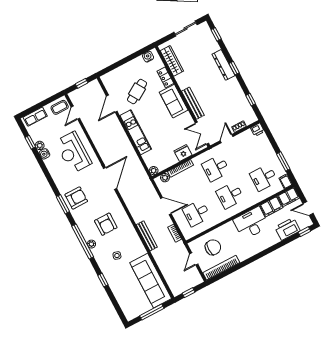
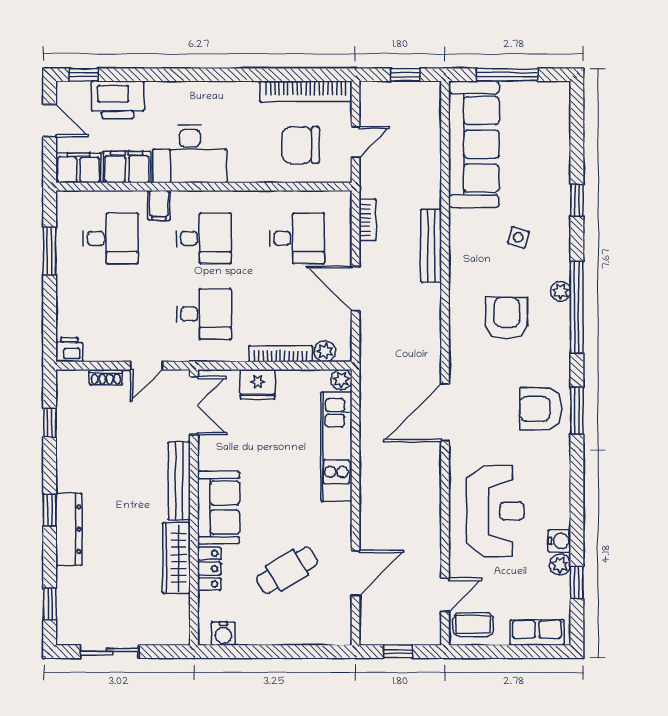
wardrobe: (172, 61) -> (176, 558), moved
kitchen unit: (136, 132) -> (336, 447), moved
filing cabinet: (286, 181) -> (159, 205), moved

